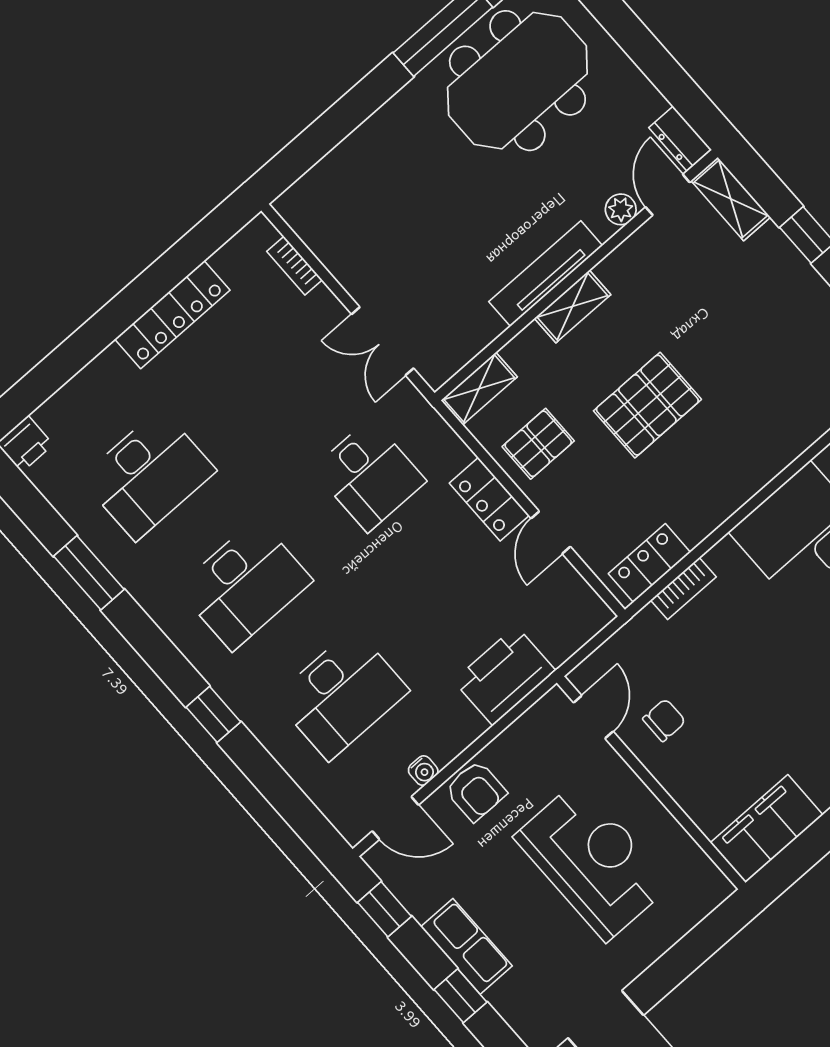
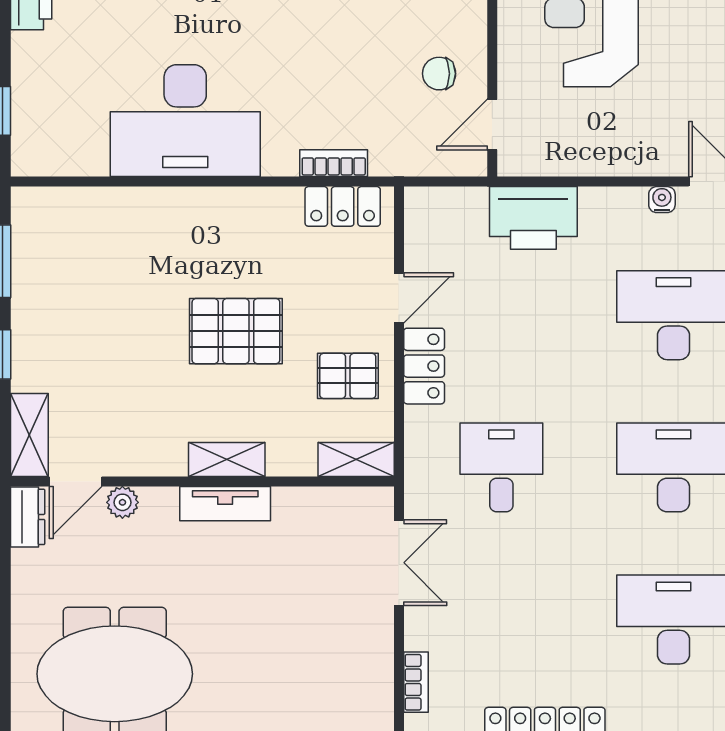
tv unit: (546, 274) -> (225, 504), width x0.71
armchair: (476, 791) -> (635, 147), removed

